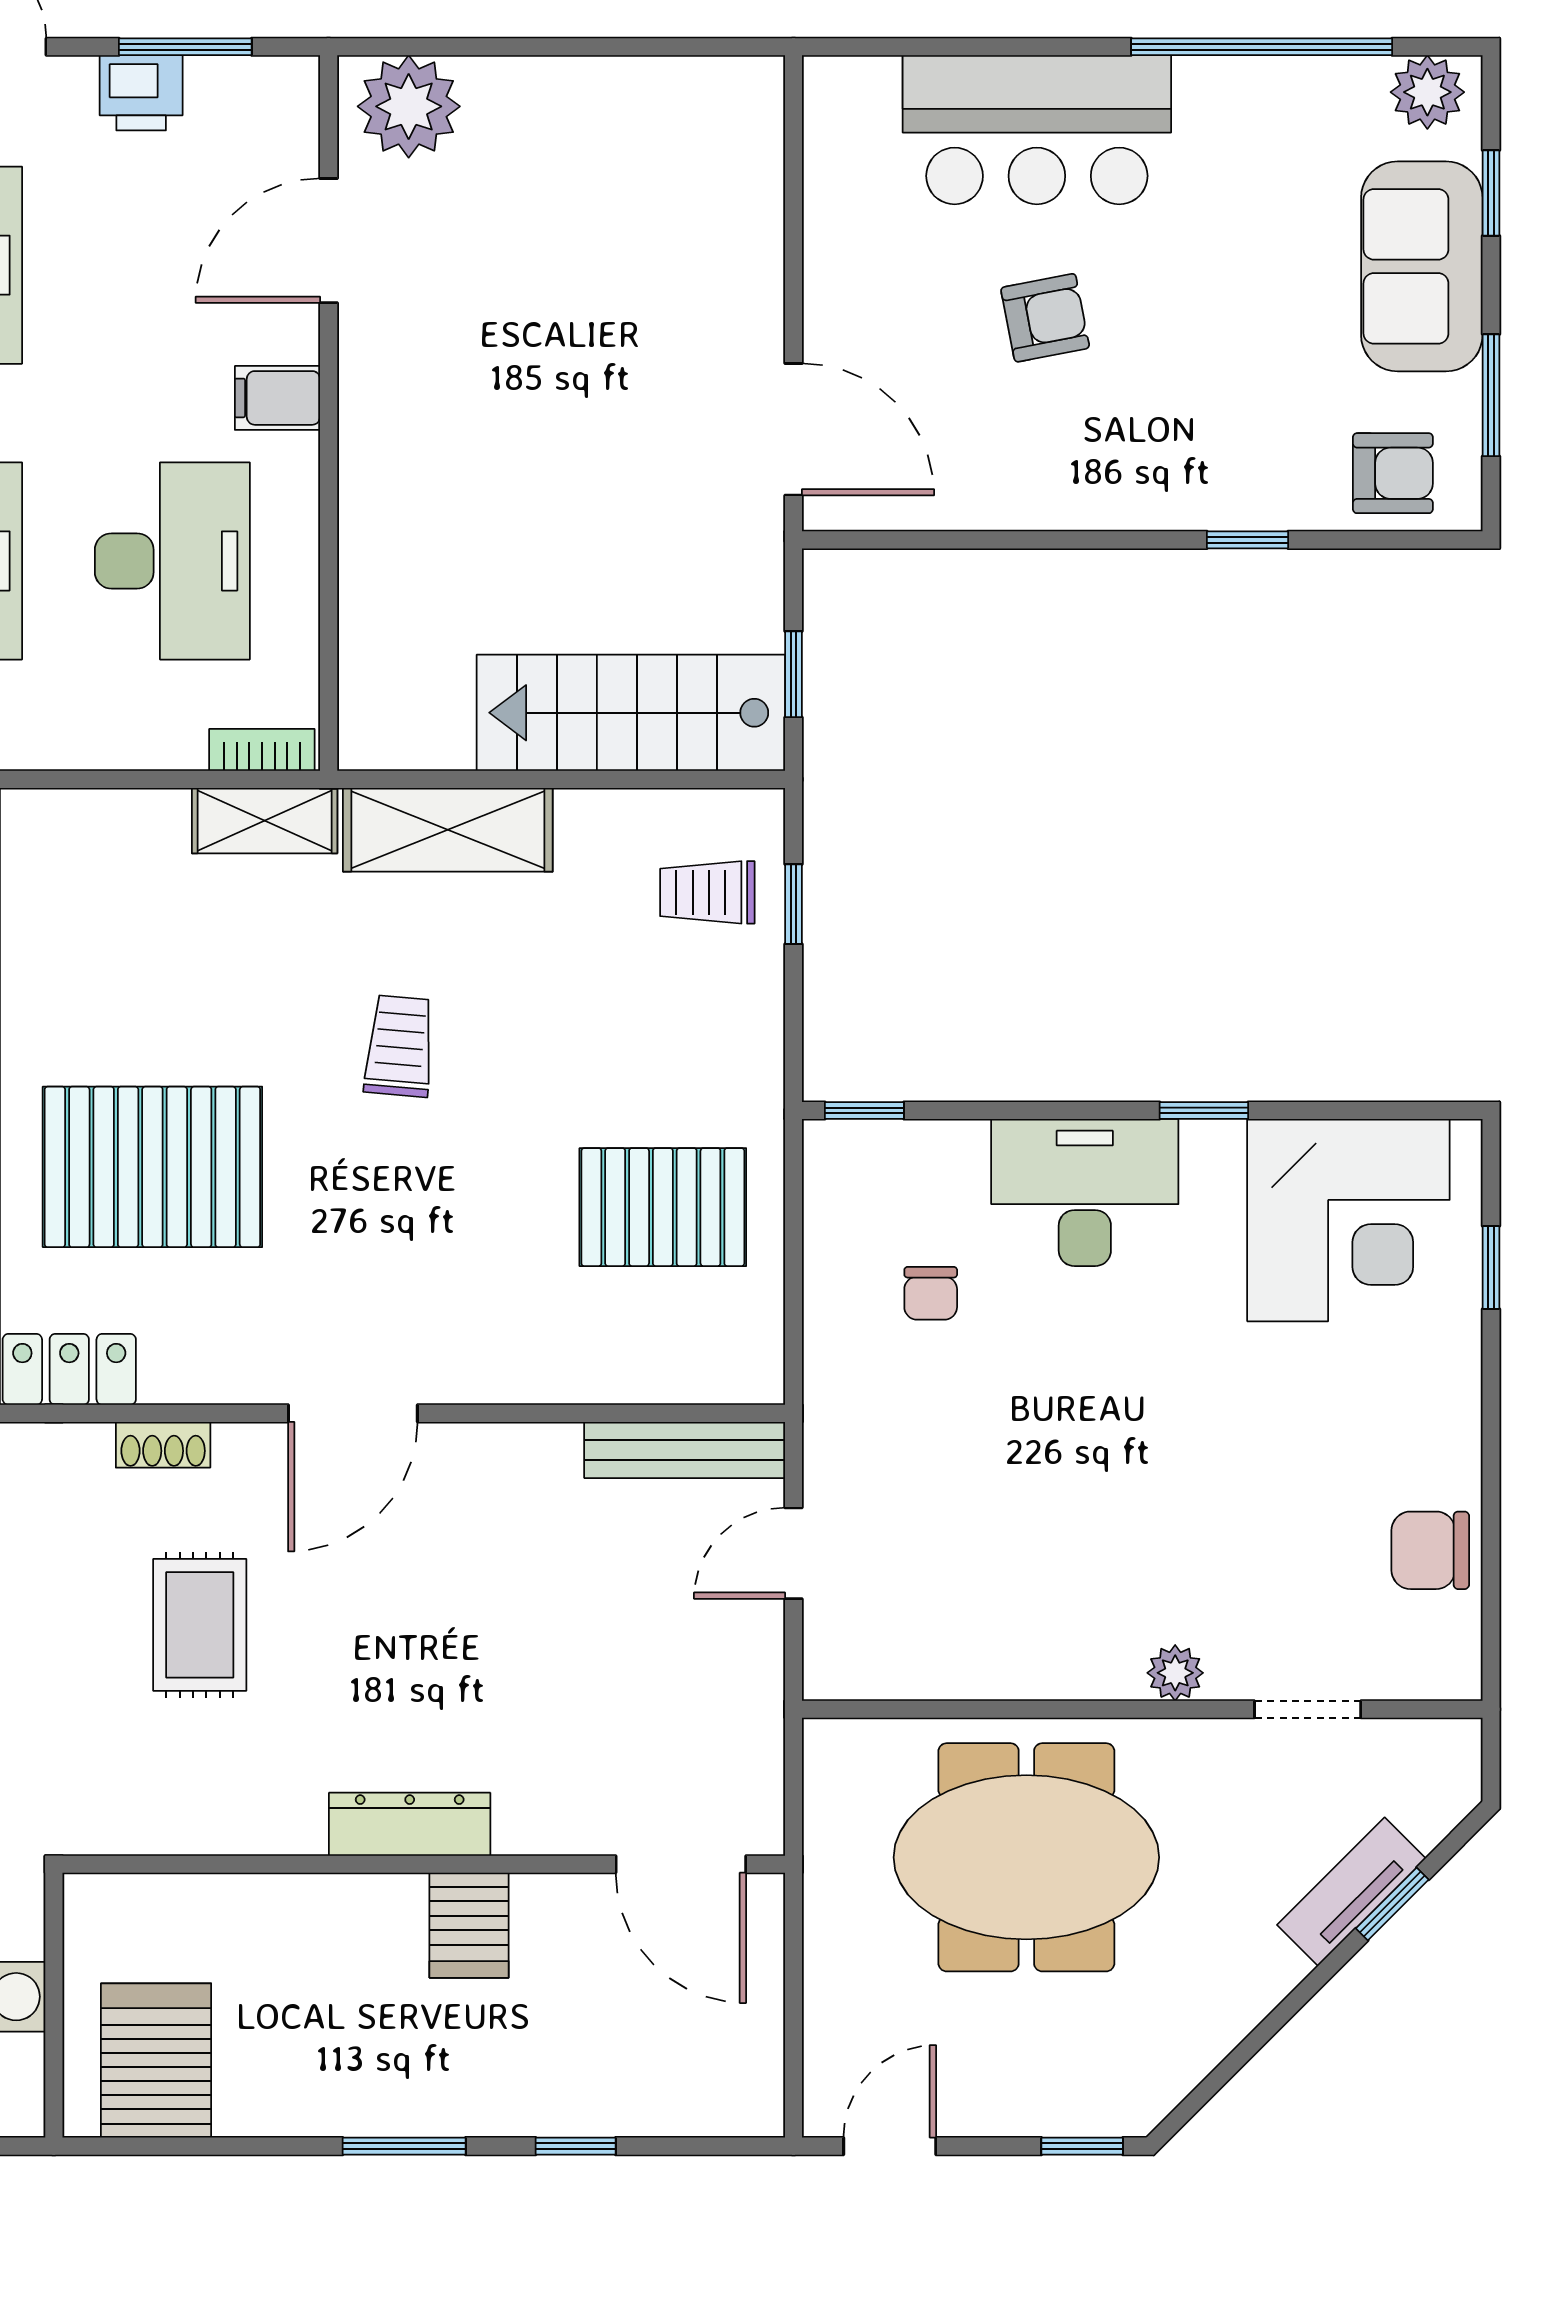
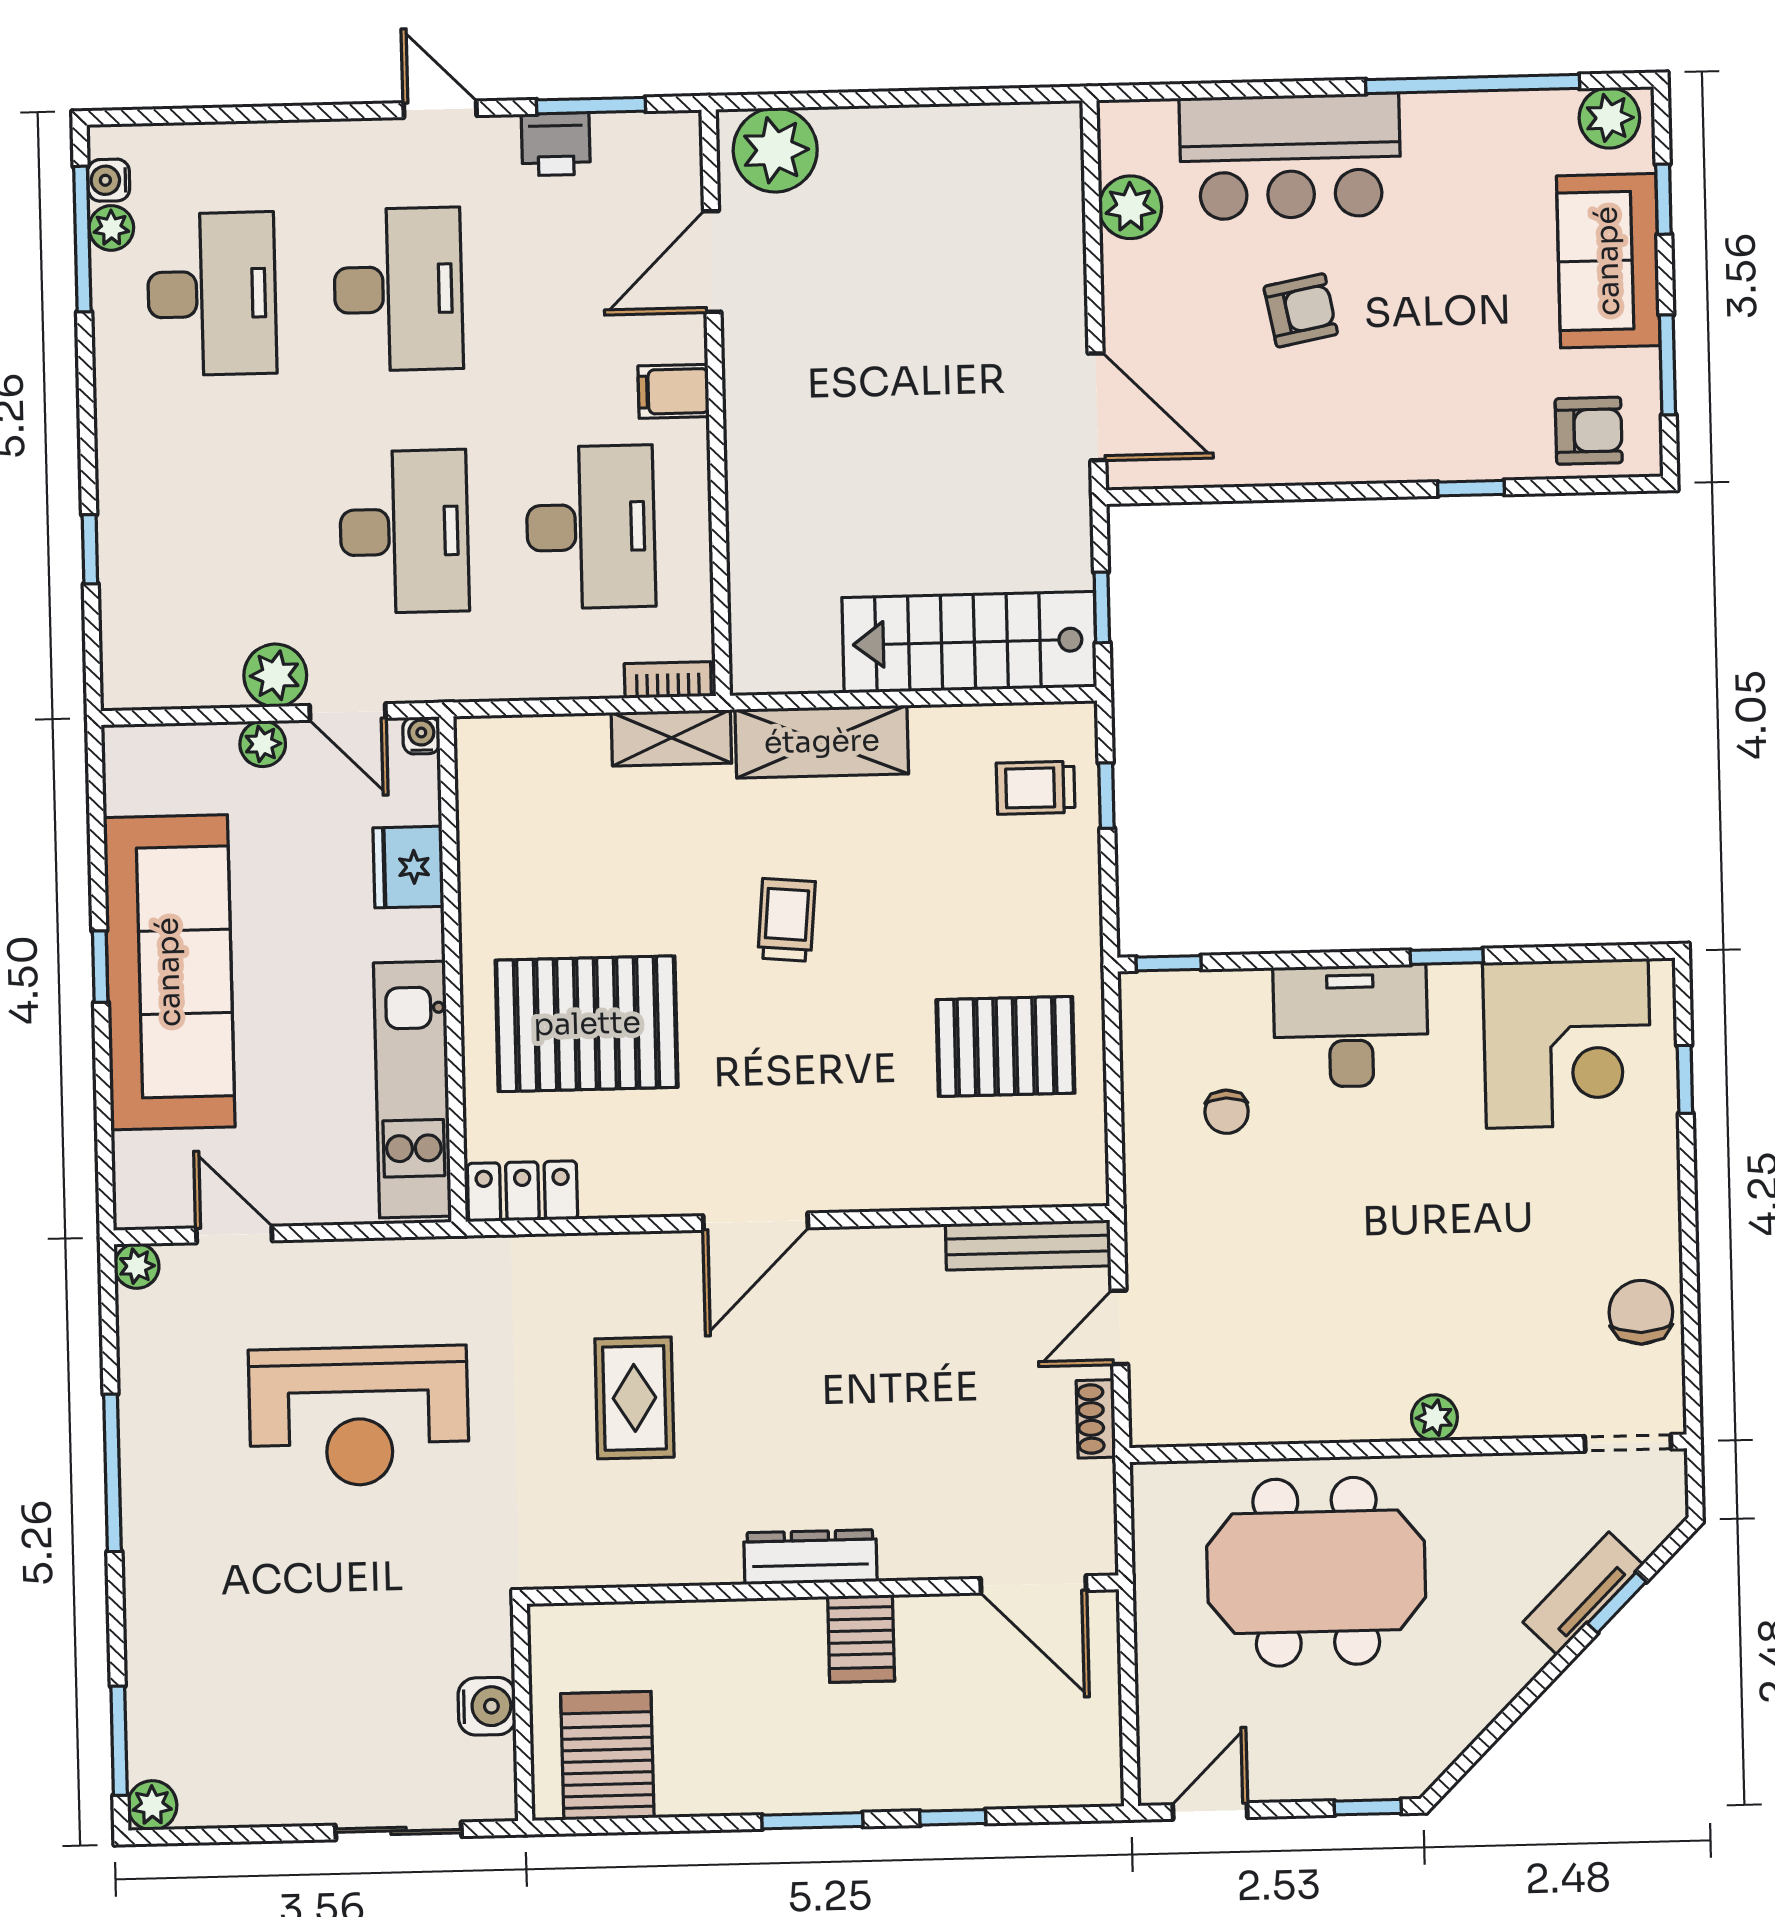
plant: (840, 187) -> (1130, 207), added
shoe rack: (163, 1445) -> (1096, 1419), moved, turned 90
chair: (1430, 1550) -> (1641, 1312), turned 90
doorway: (1308, 1709) -> (1628, 1443), moved

